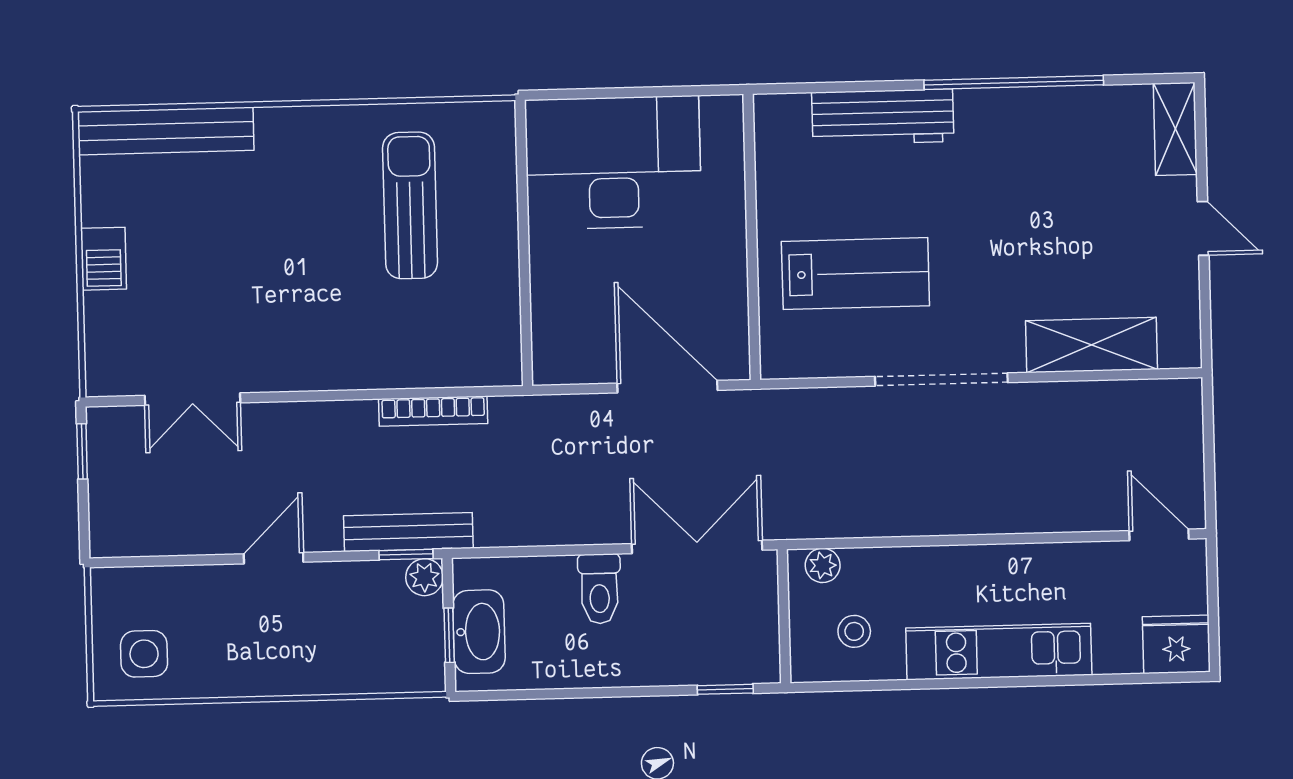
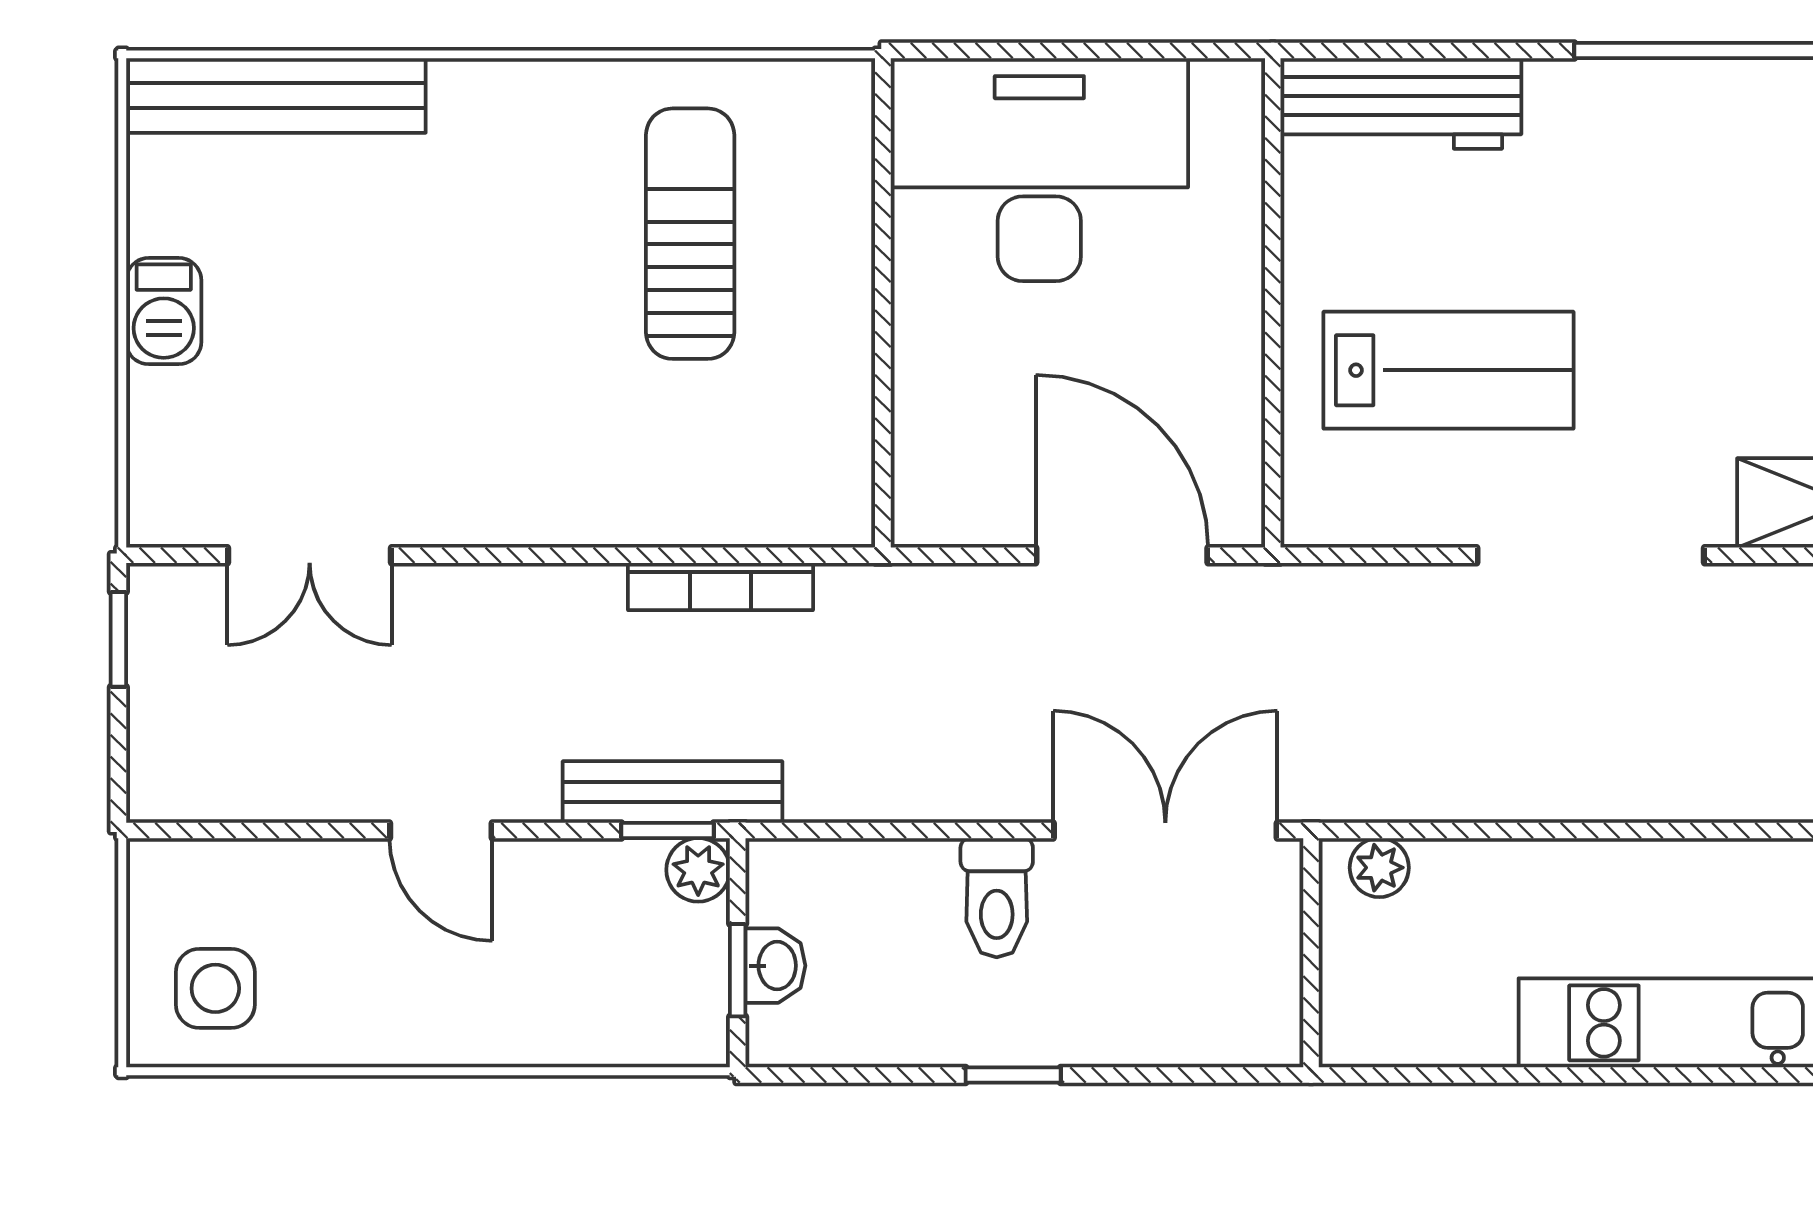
workbench: (883, 117) -> (1401, 104), moved
door: (274, 558) -> (441, 830), swing flipped
stool: (854, 631) -> (1430, 982), removed
washbasin: (479, 632) -> (775, 966), width x0.52, depth x0.69
window: (725, 689) -> (1013, 1075), moved

